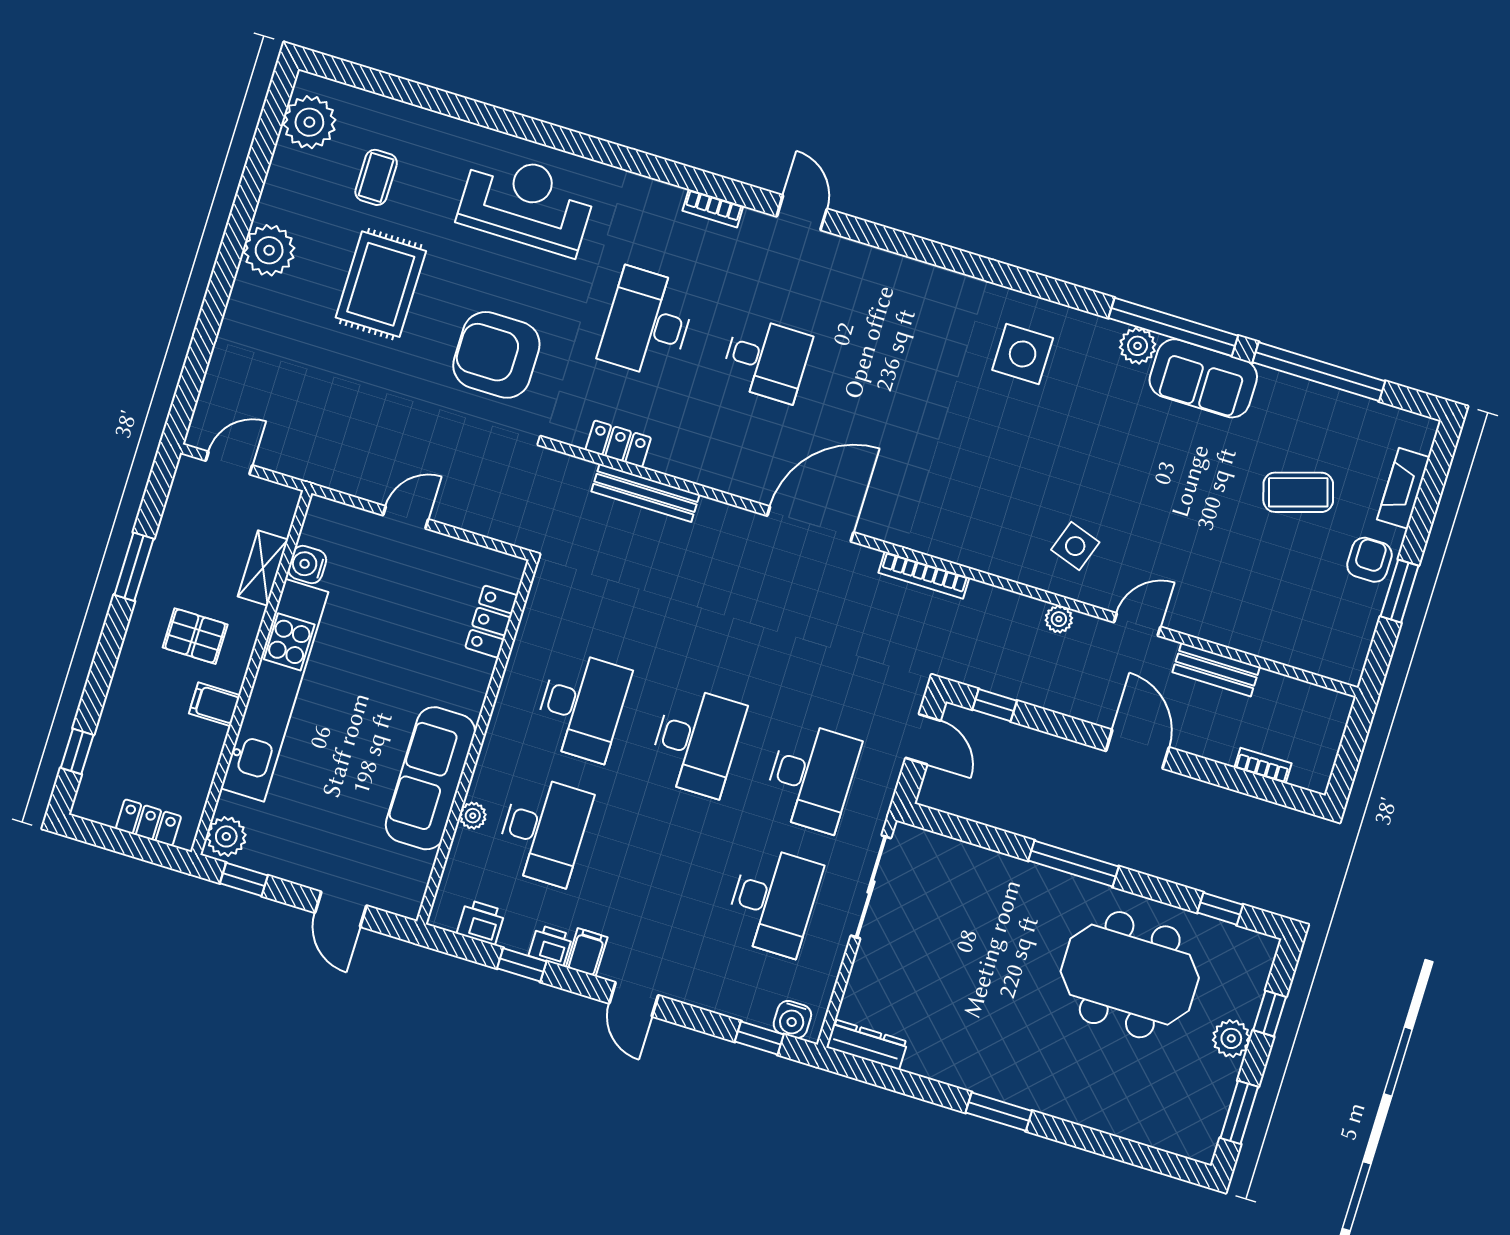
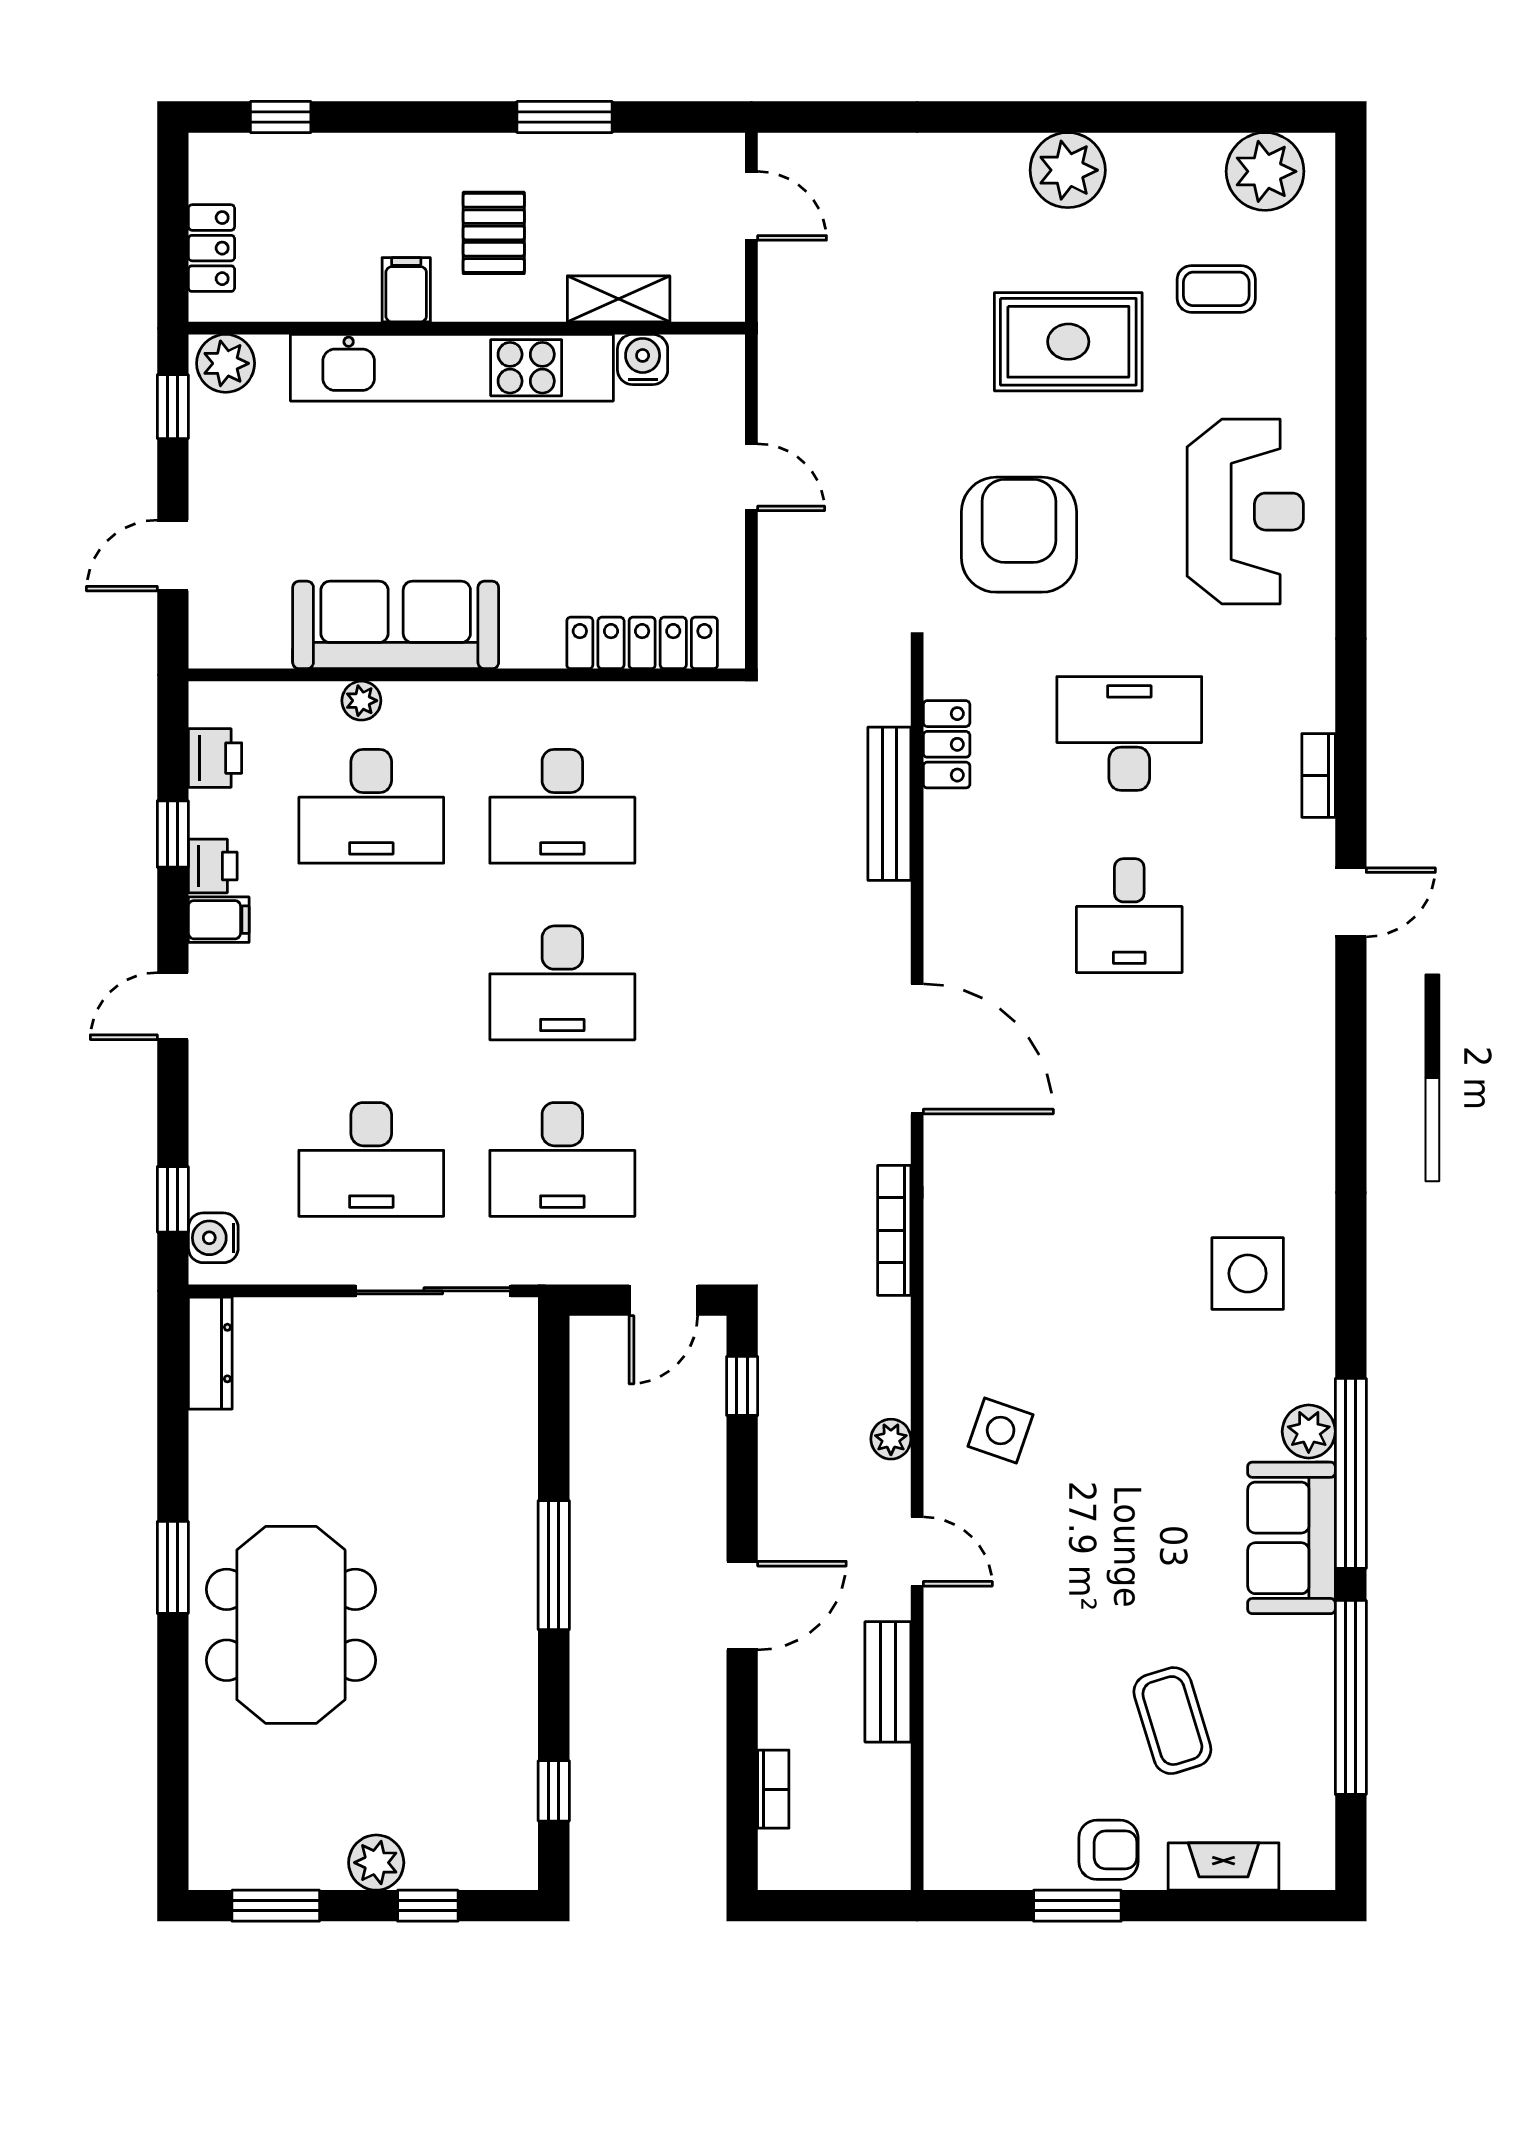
locker: (491, 622) -> (642, 643), width x1.53
meeting table: (1130, 975) -> (291, 1625), moved

